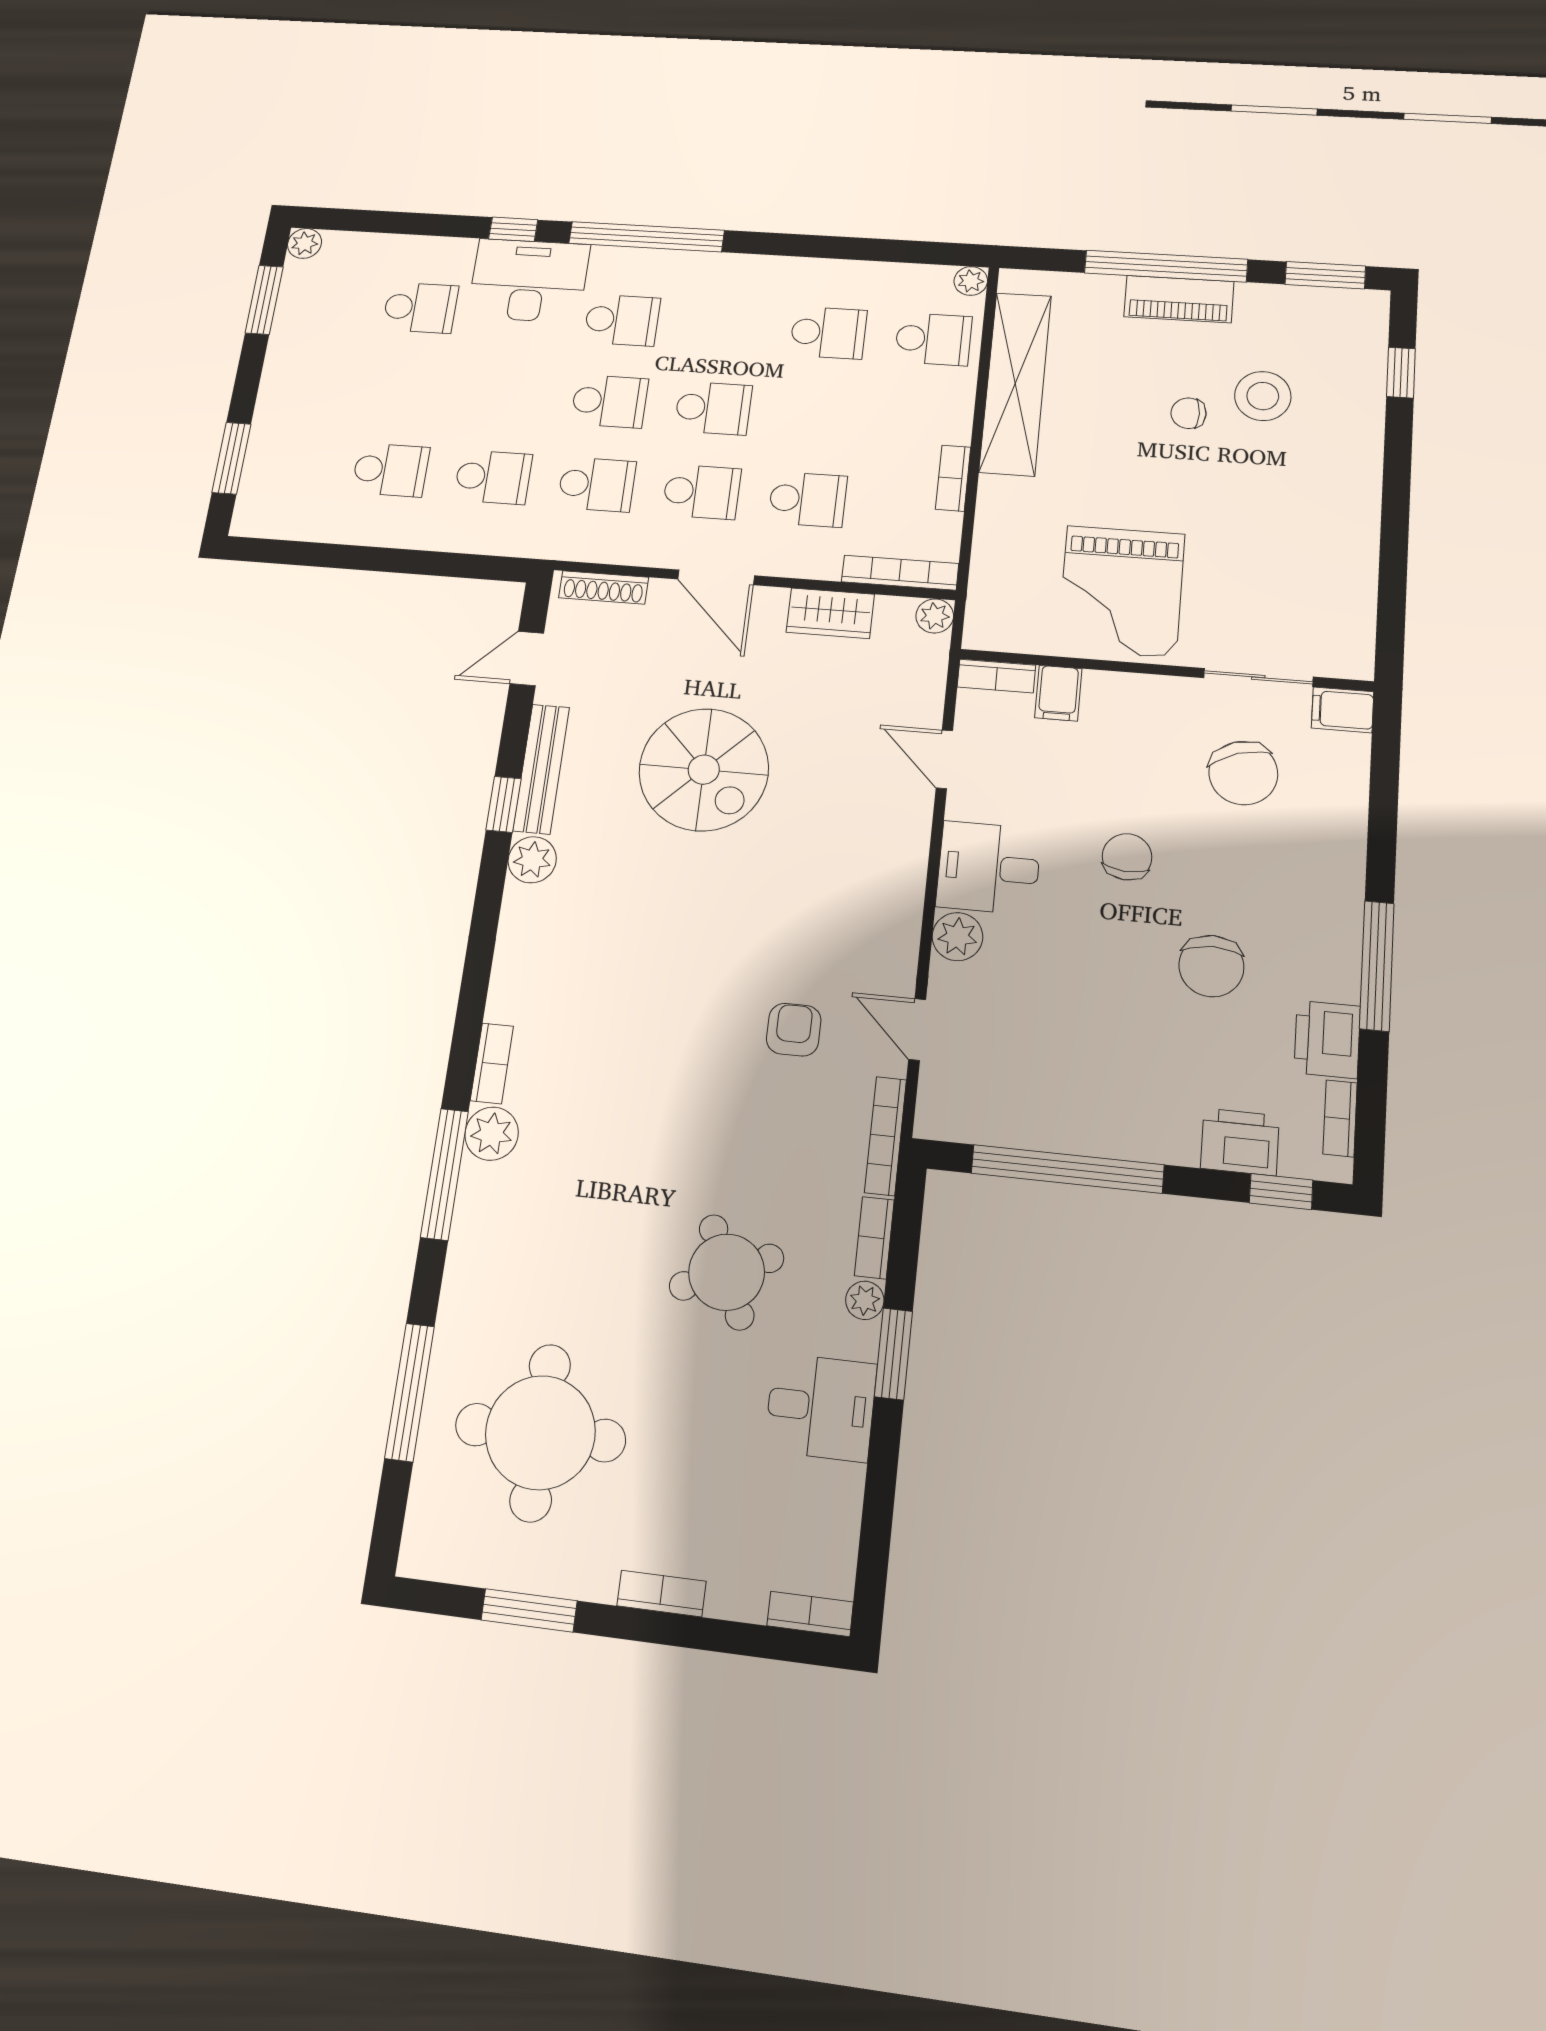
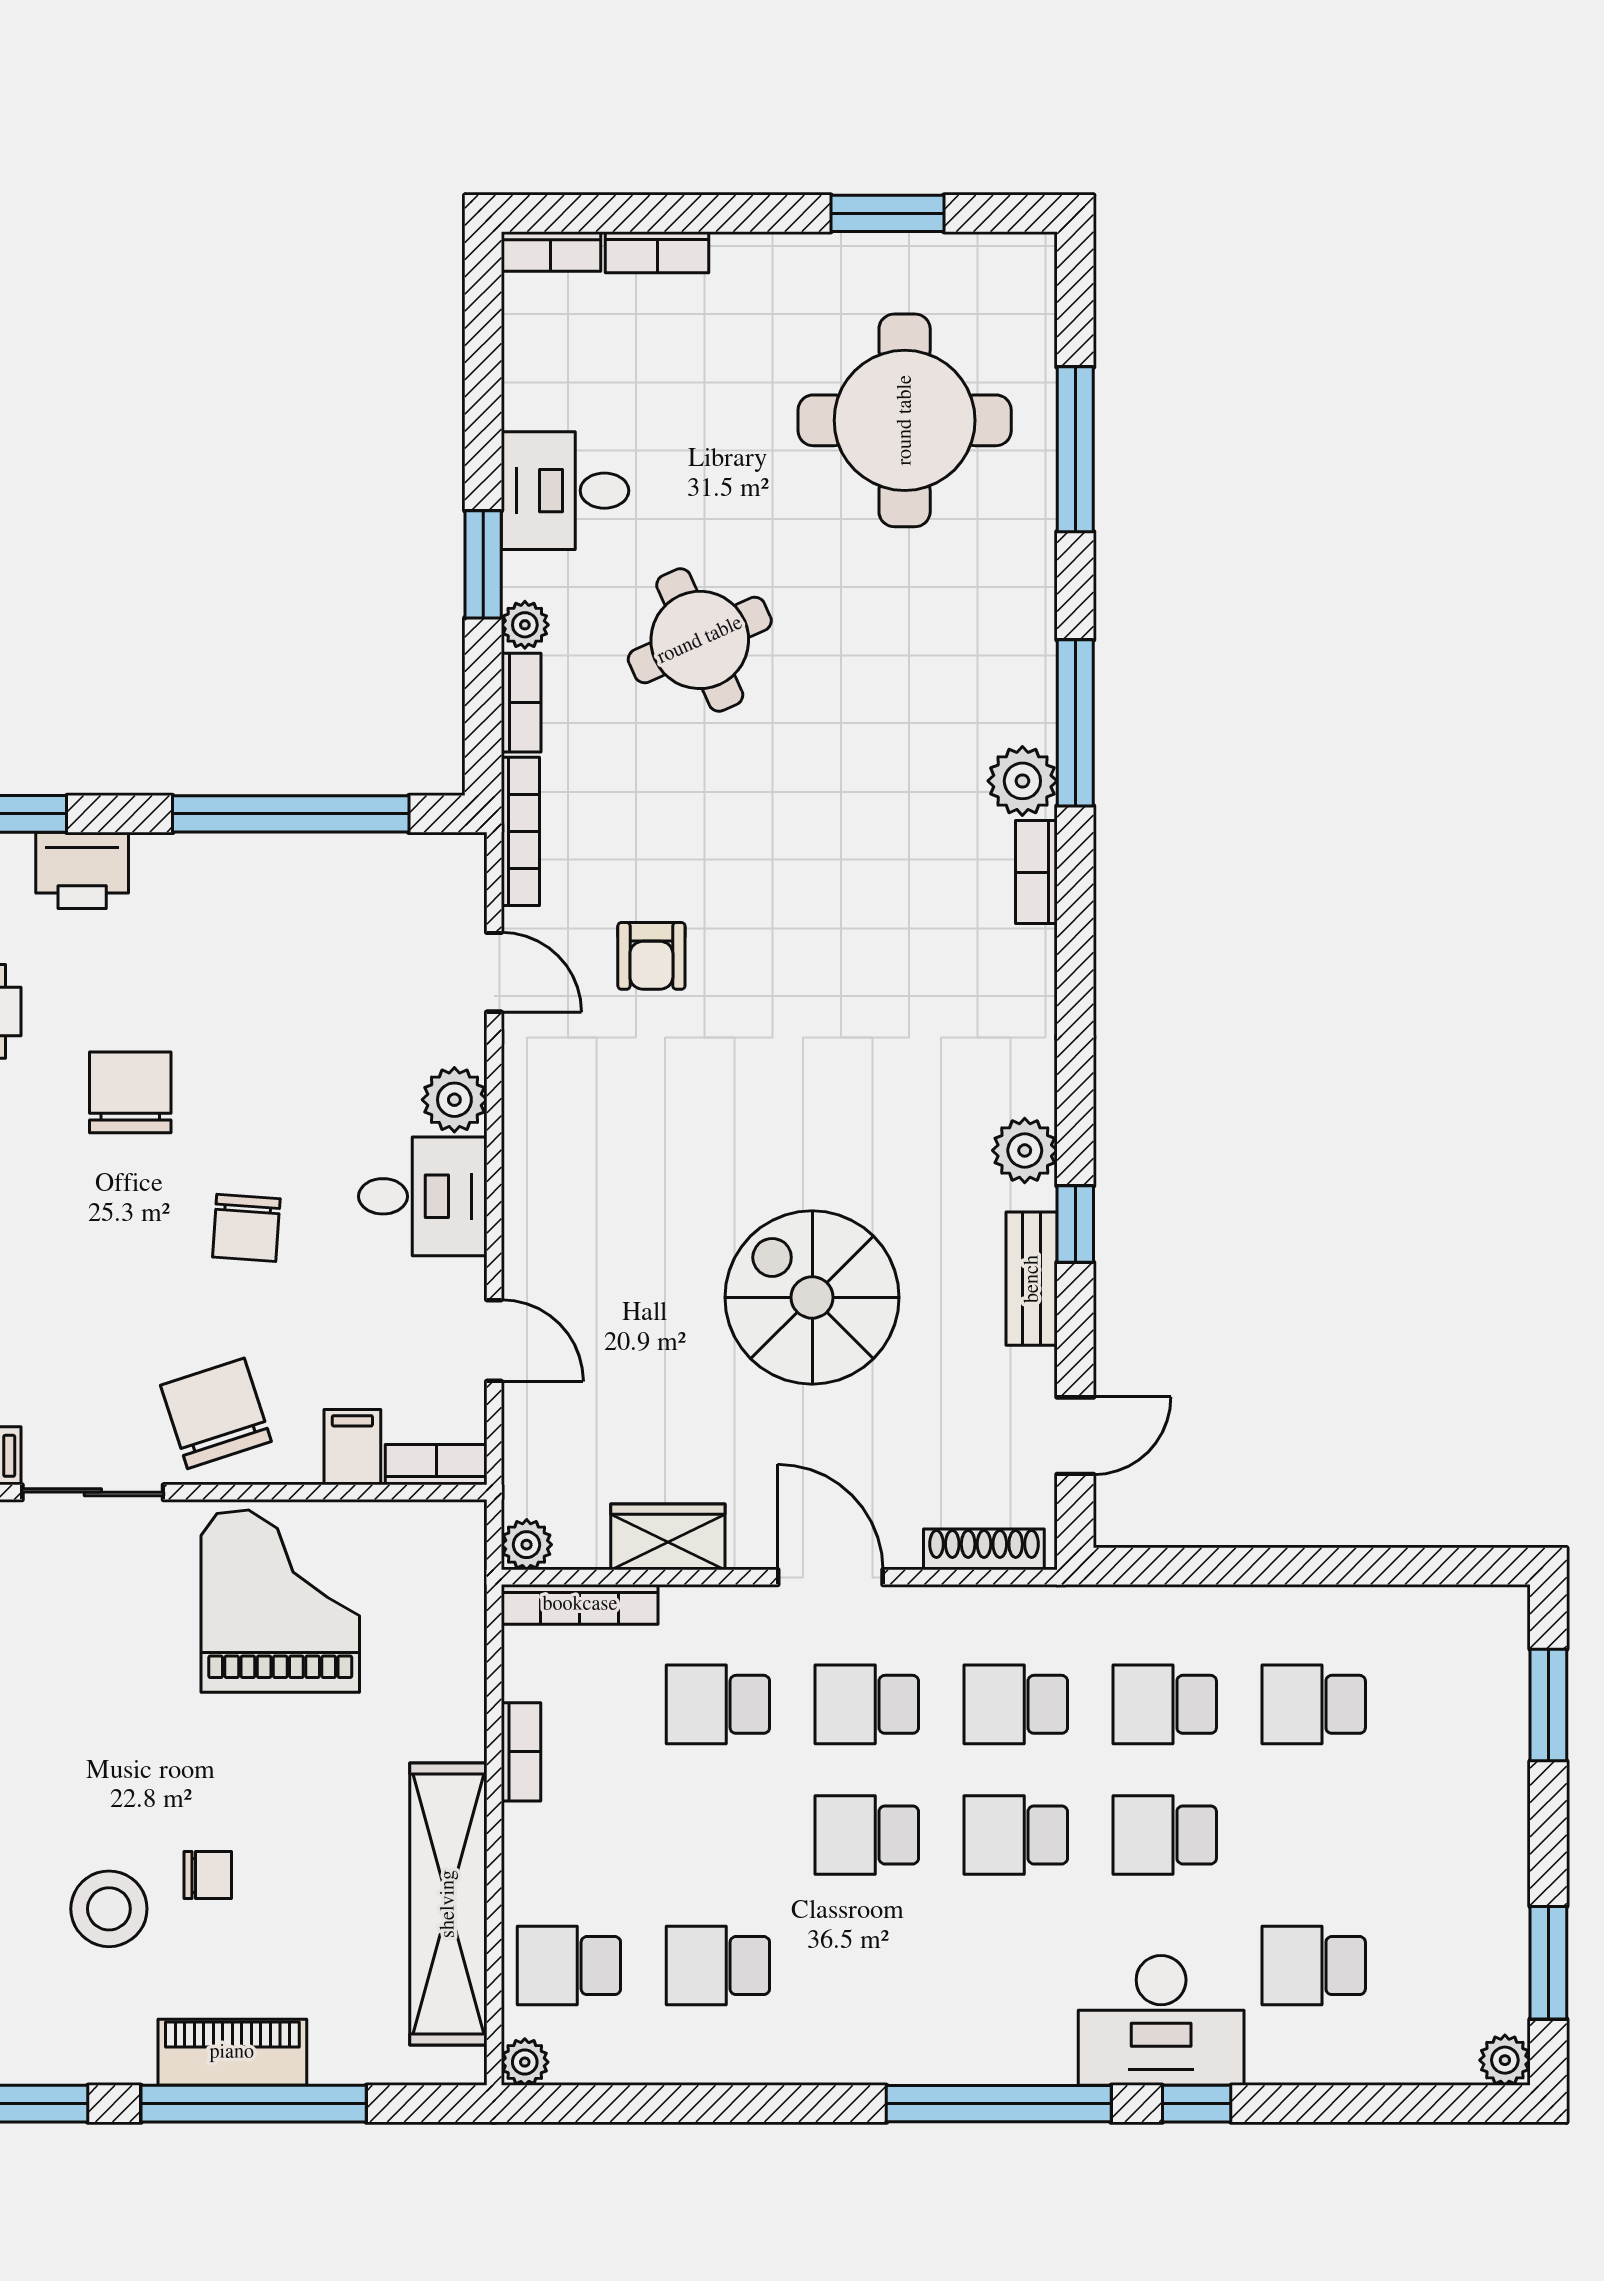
school desk: (622, 320) -> (1165, 1835), moved
bench: (541, 769) -> (1032, 1279), width x0.73
chair: (1243, 773) -> (216, 1413), moved
bookcase: (661, 1594) -> (657, 252), moved

